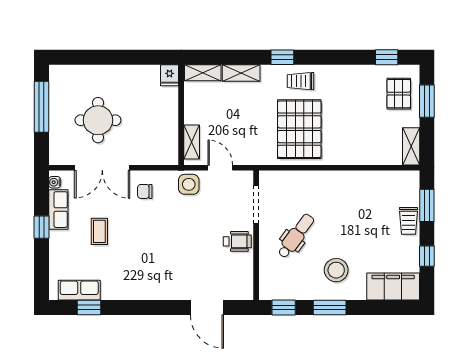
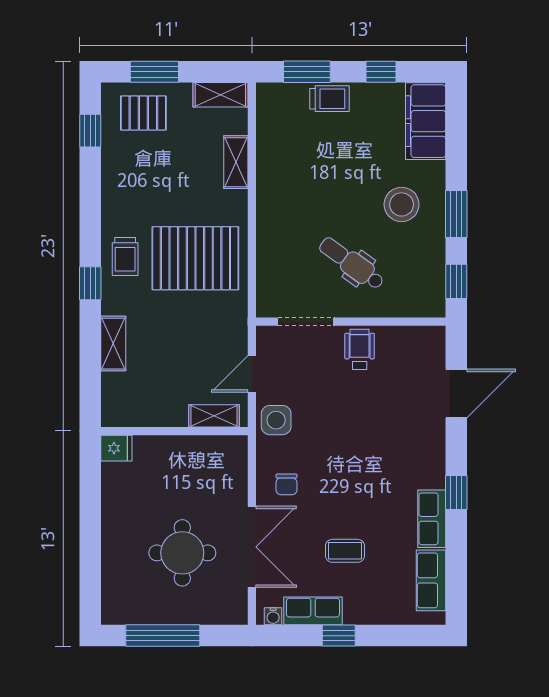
shelving: (203, 73) -> (236, 162), moved
row of seats: (121, 291) -> (432, 519), added
window: (89, 307) -> (456, 493), moved

